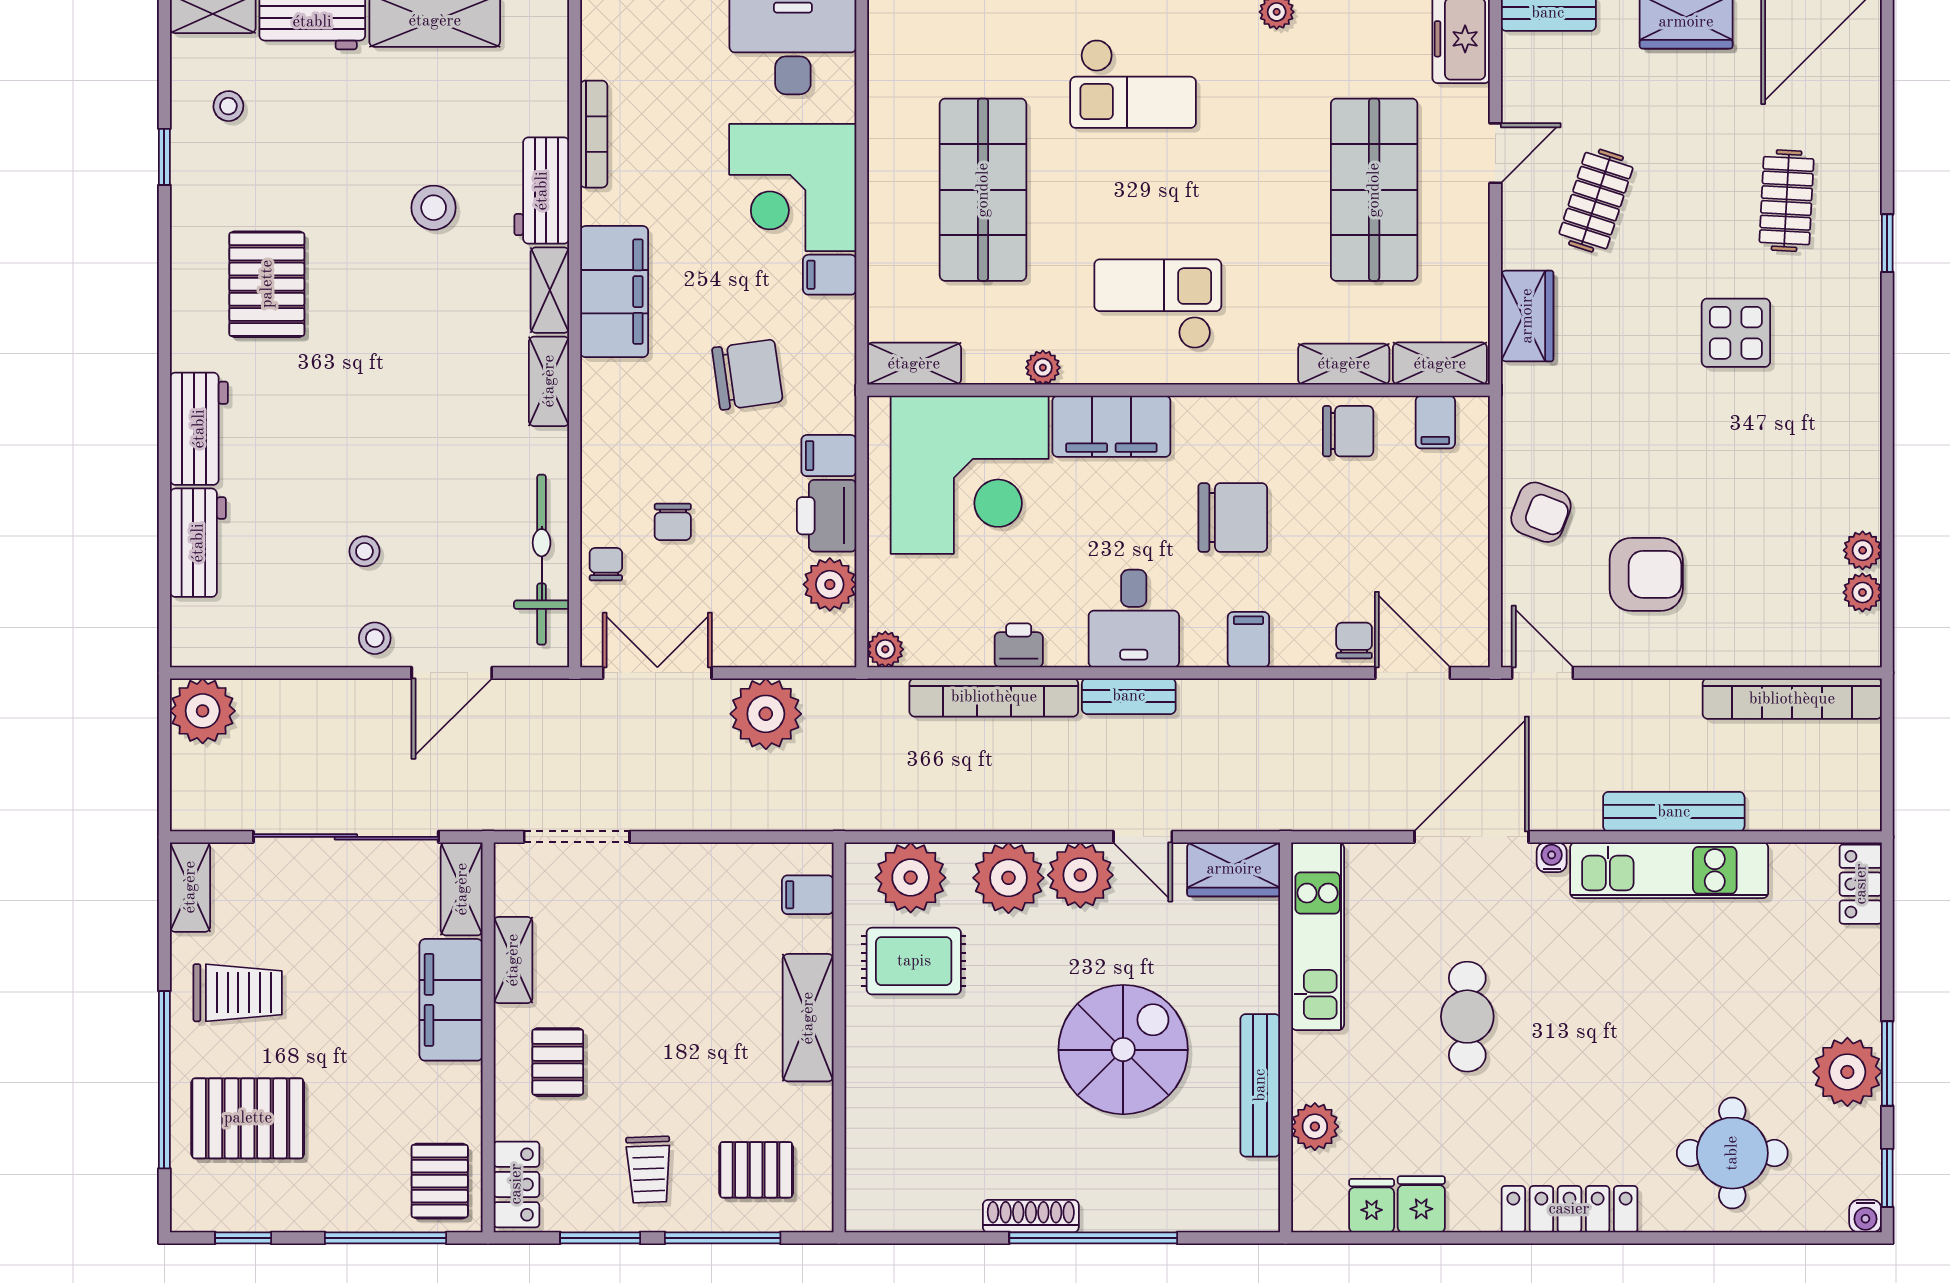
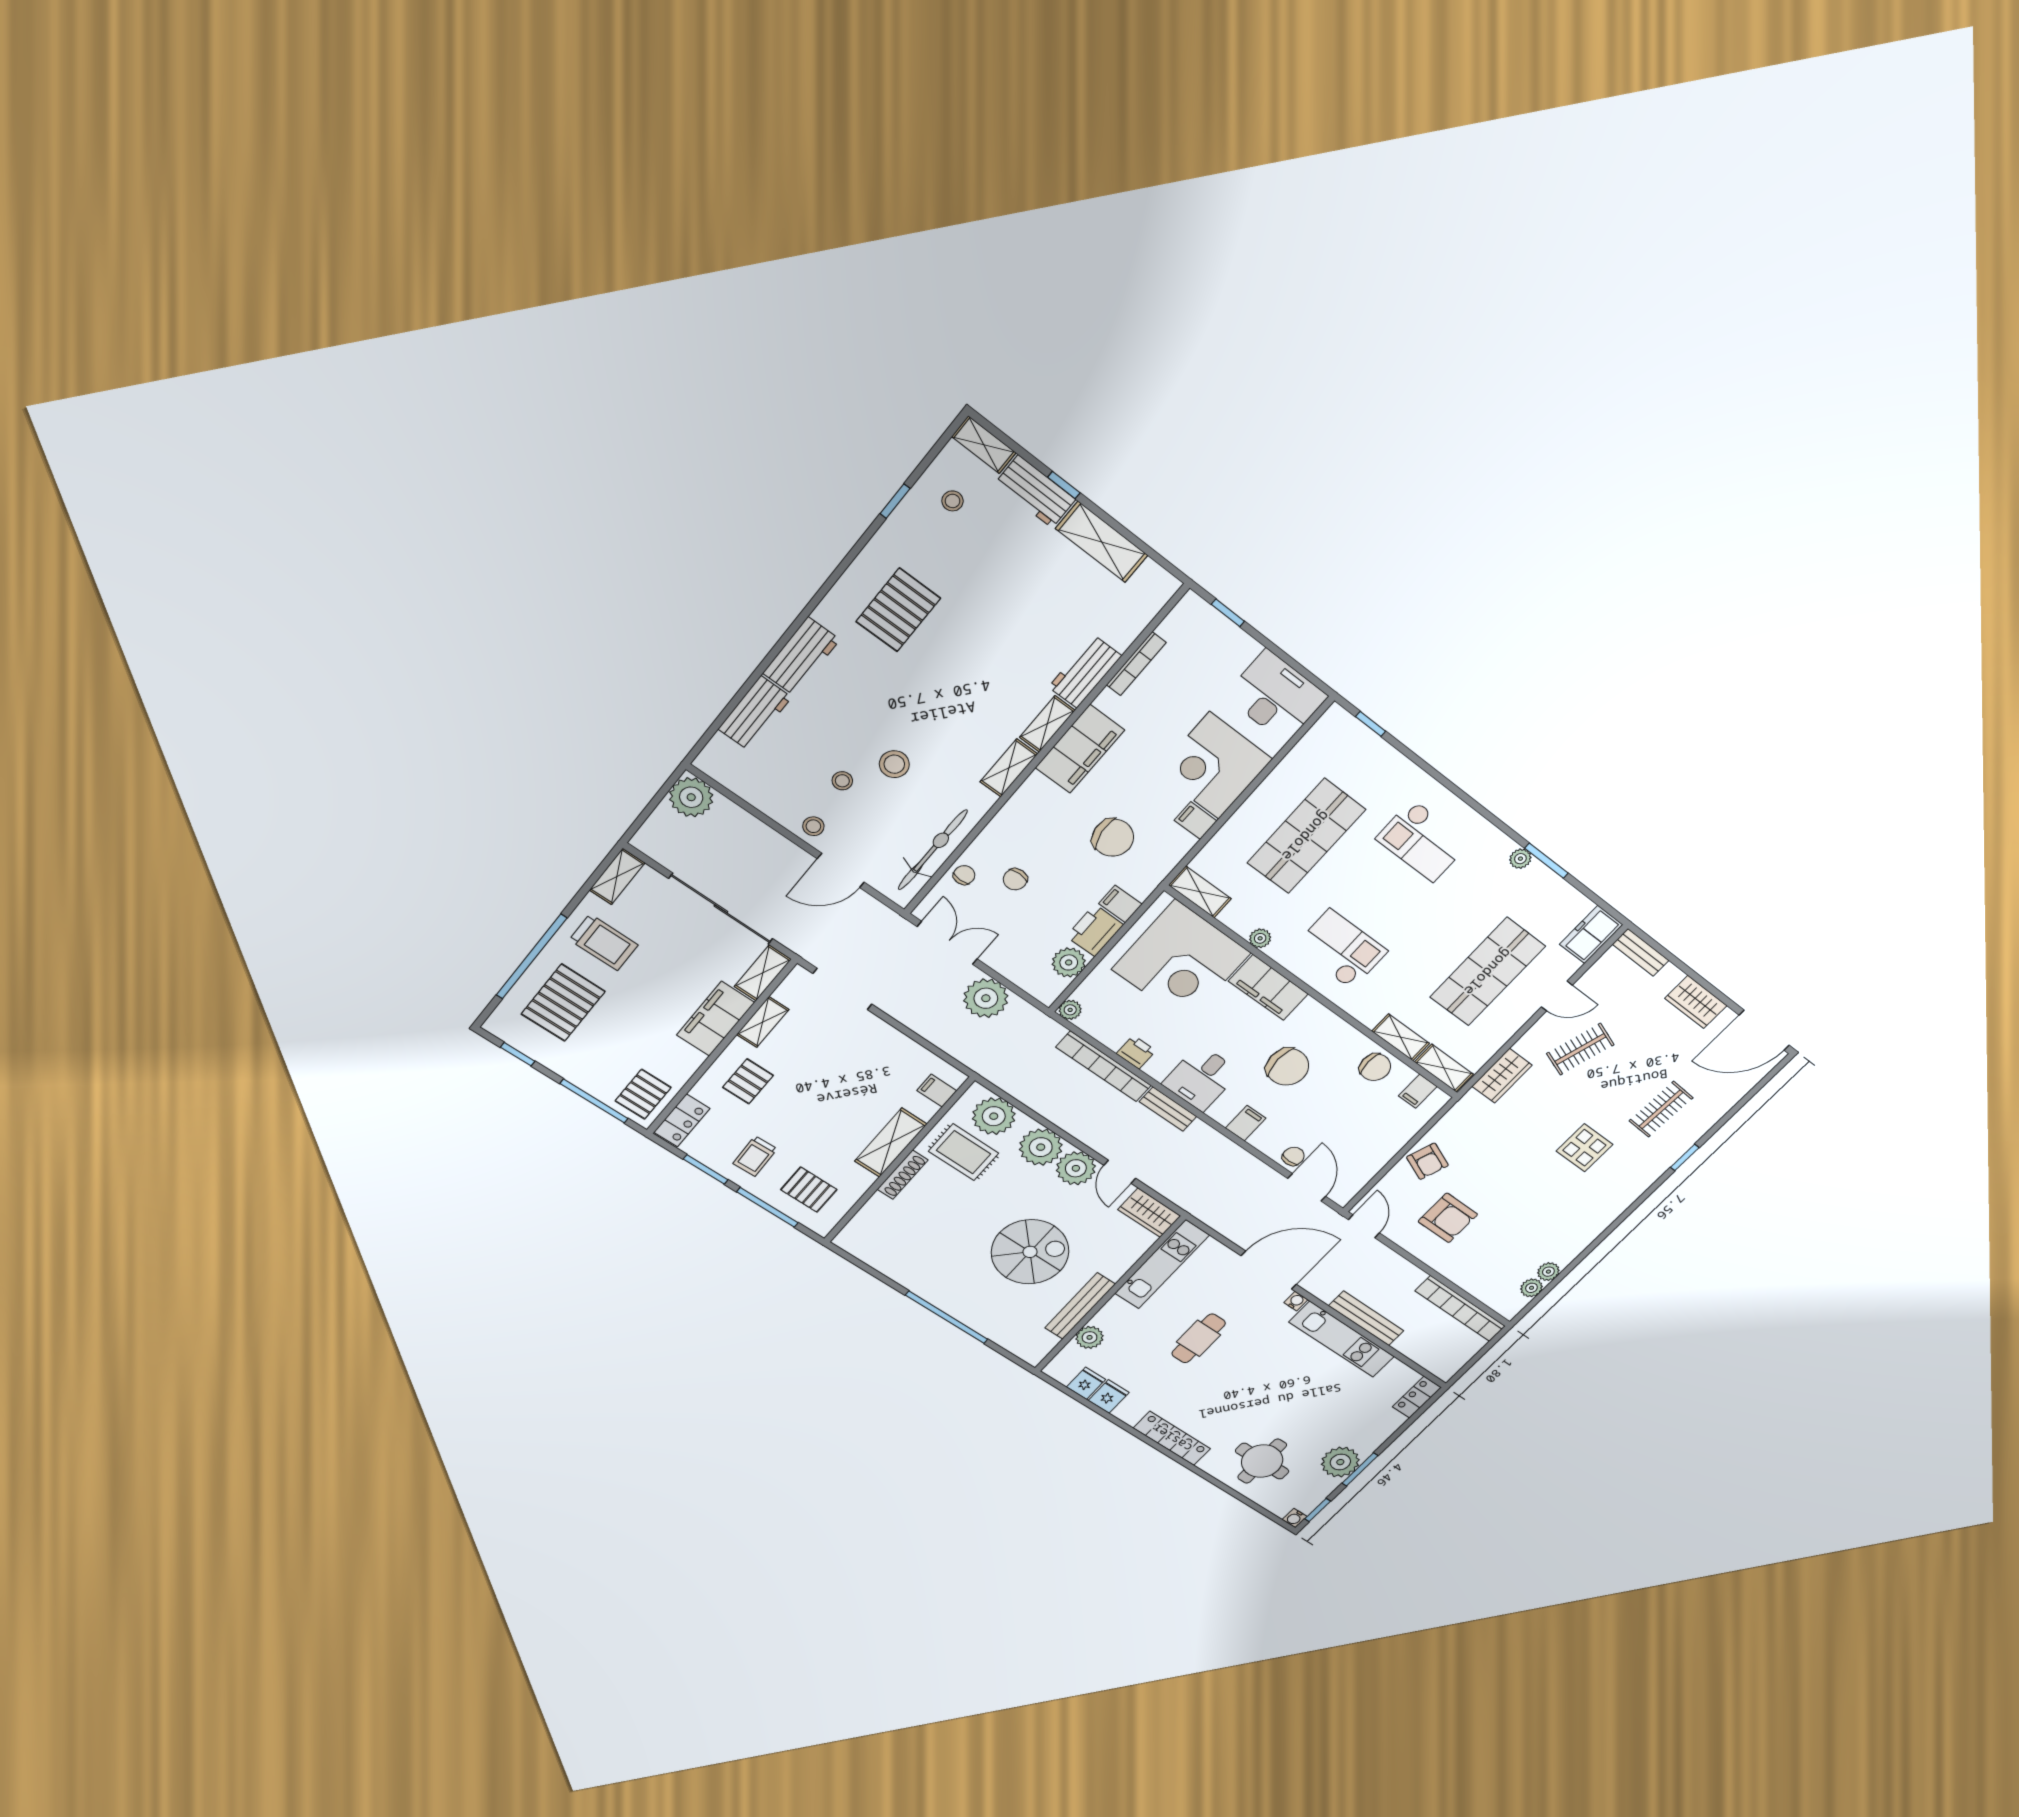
stool: (434, 208) -> (894, 764), moved
pallet: (248, 1118) -> (563, 1003), turned 90
shoe rack: (1031, 1216) -> (903, 1175), moved, turned 90

